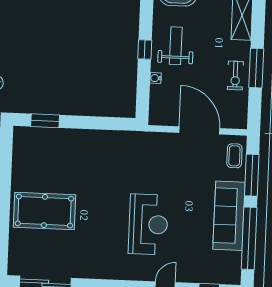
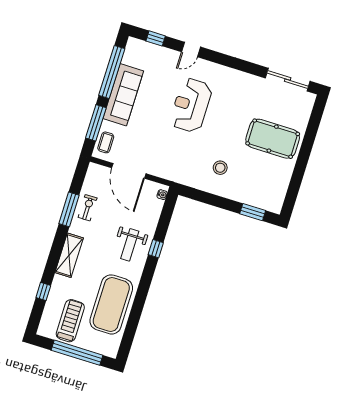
water cooler: (155, 78) -> (162, 195), moved
stool: (96, 162) -> (220, 168), added

